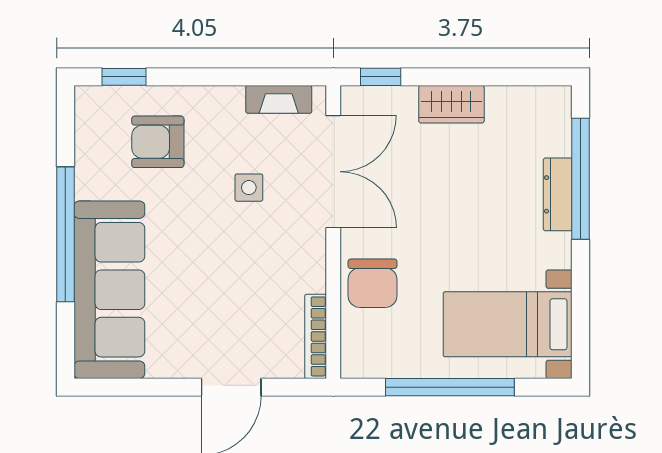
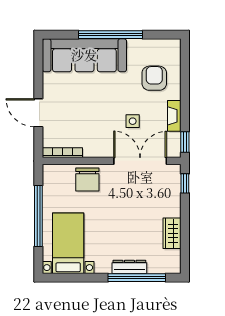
window: (124, 77) -> (185, 142), moved
fireplace: (279, 99) -> (174, 116), moved
wardrobe: (451, 104) -> (172, 233), moved
double door: (333, 172) -> (140, 161), swing flipped
chair: (373, 283) -> (87, 179), turned -90

